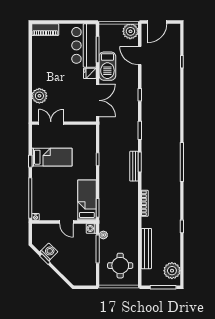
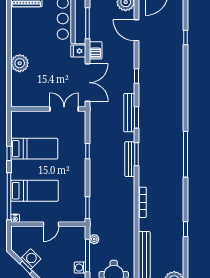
barbecue: (107, 66) -> (96, 50), width x0.53, depth x0.65
plant: (39, 96) -> (20, 63), moved
double door: (51, 123) -> (64, 109), moved
bench: (134, 126) -> (129, 113), added
bed: (87, 200) -> (34, 191), moved, turned 90
door: (66, 222) -> (51, 224), hinge flipped
washing machine: (91, 228) -> (80, 268), moved

